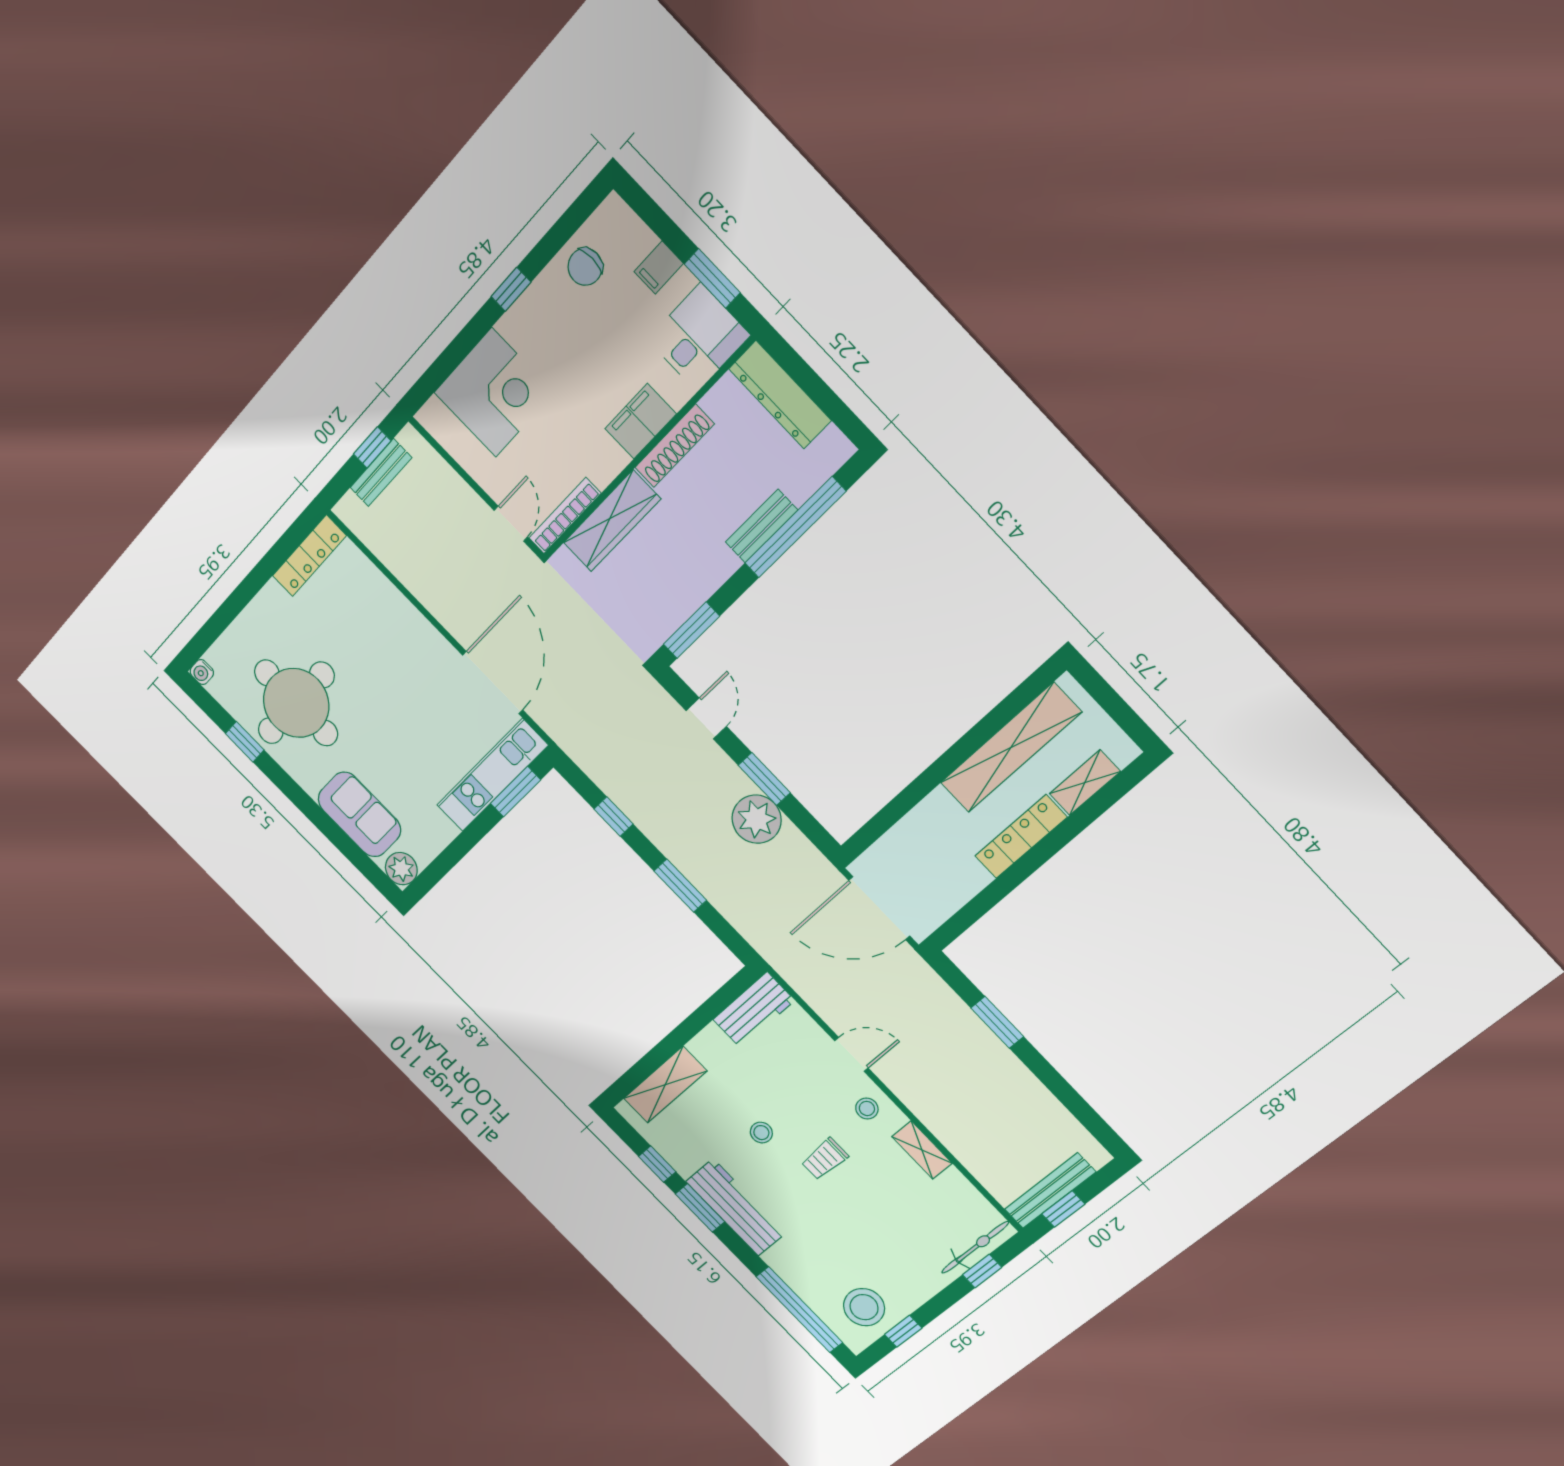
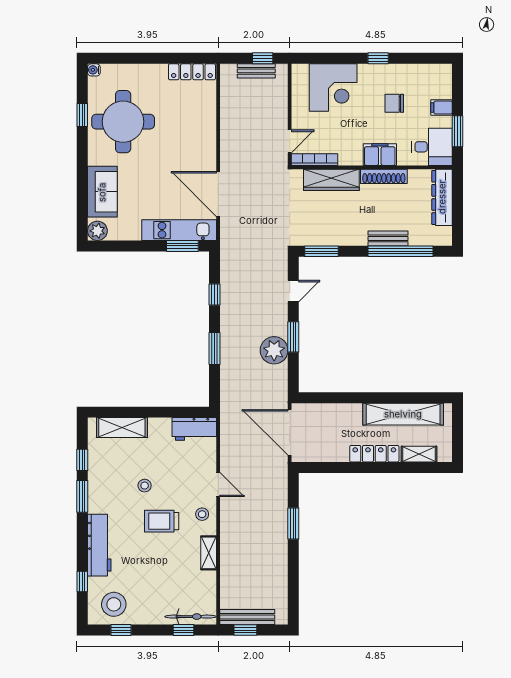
chair: (585, 267) -> (394, 103), moved
door: (493, 683) -> (218, 194), swing flipped
trolley: (825, 1159) -> (162, 521), width x1.36, depth x1.39
workbench: (736, 1207) -> (99, 545), moved
window: (799, 1310) -> (82, 581), width x0.32

